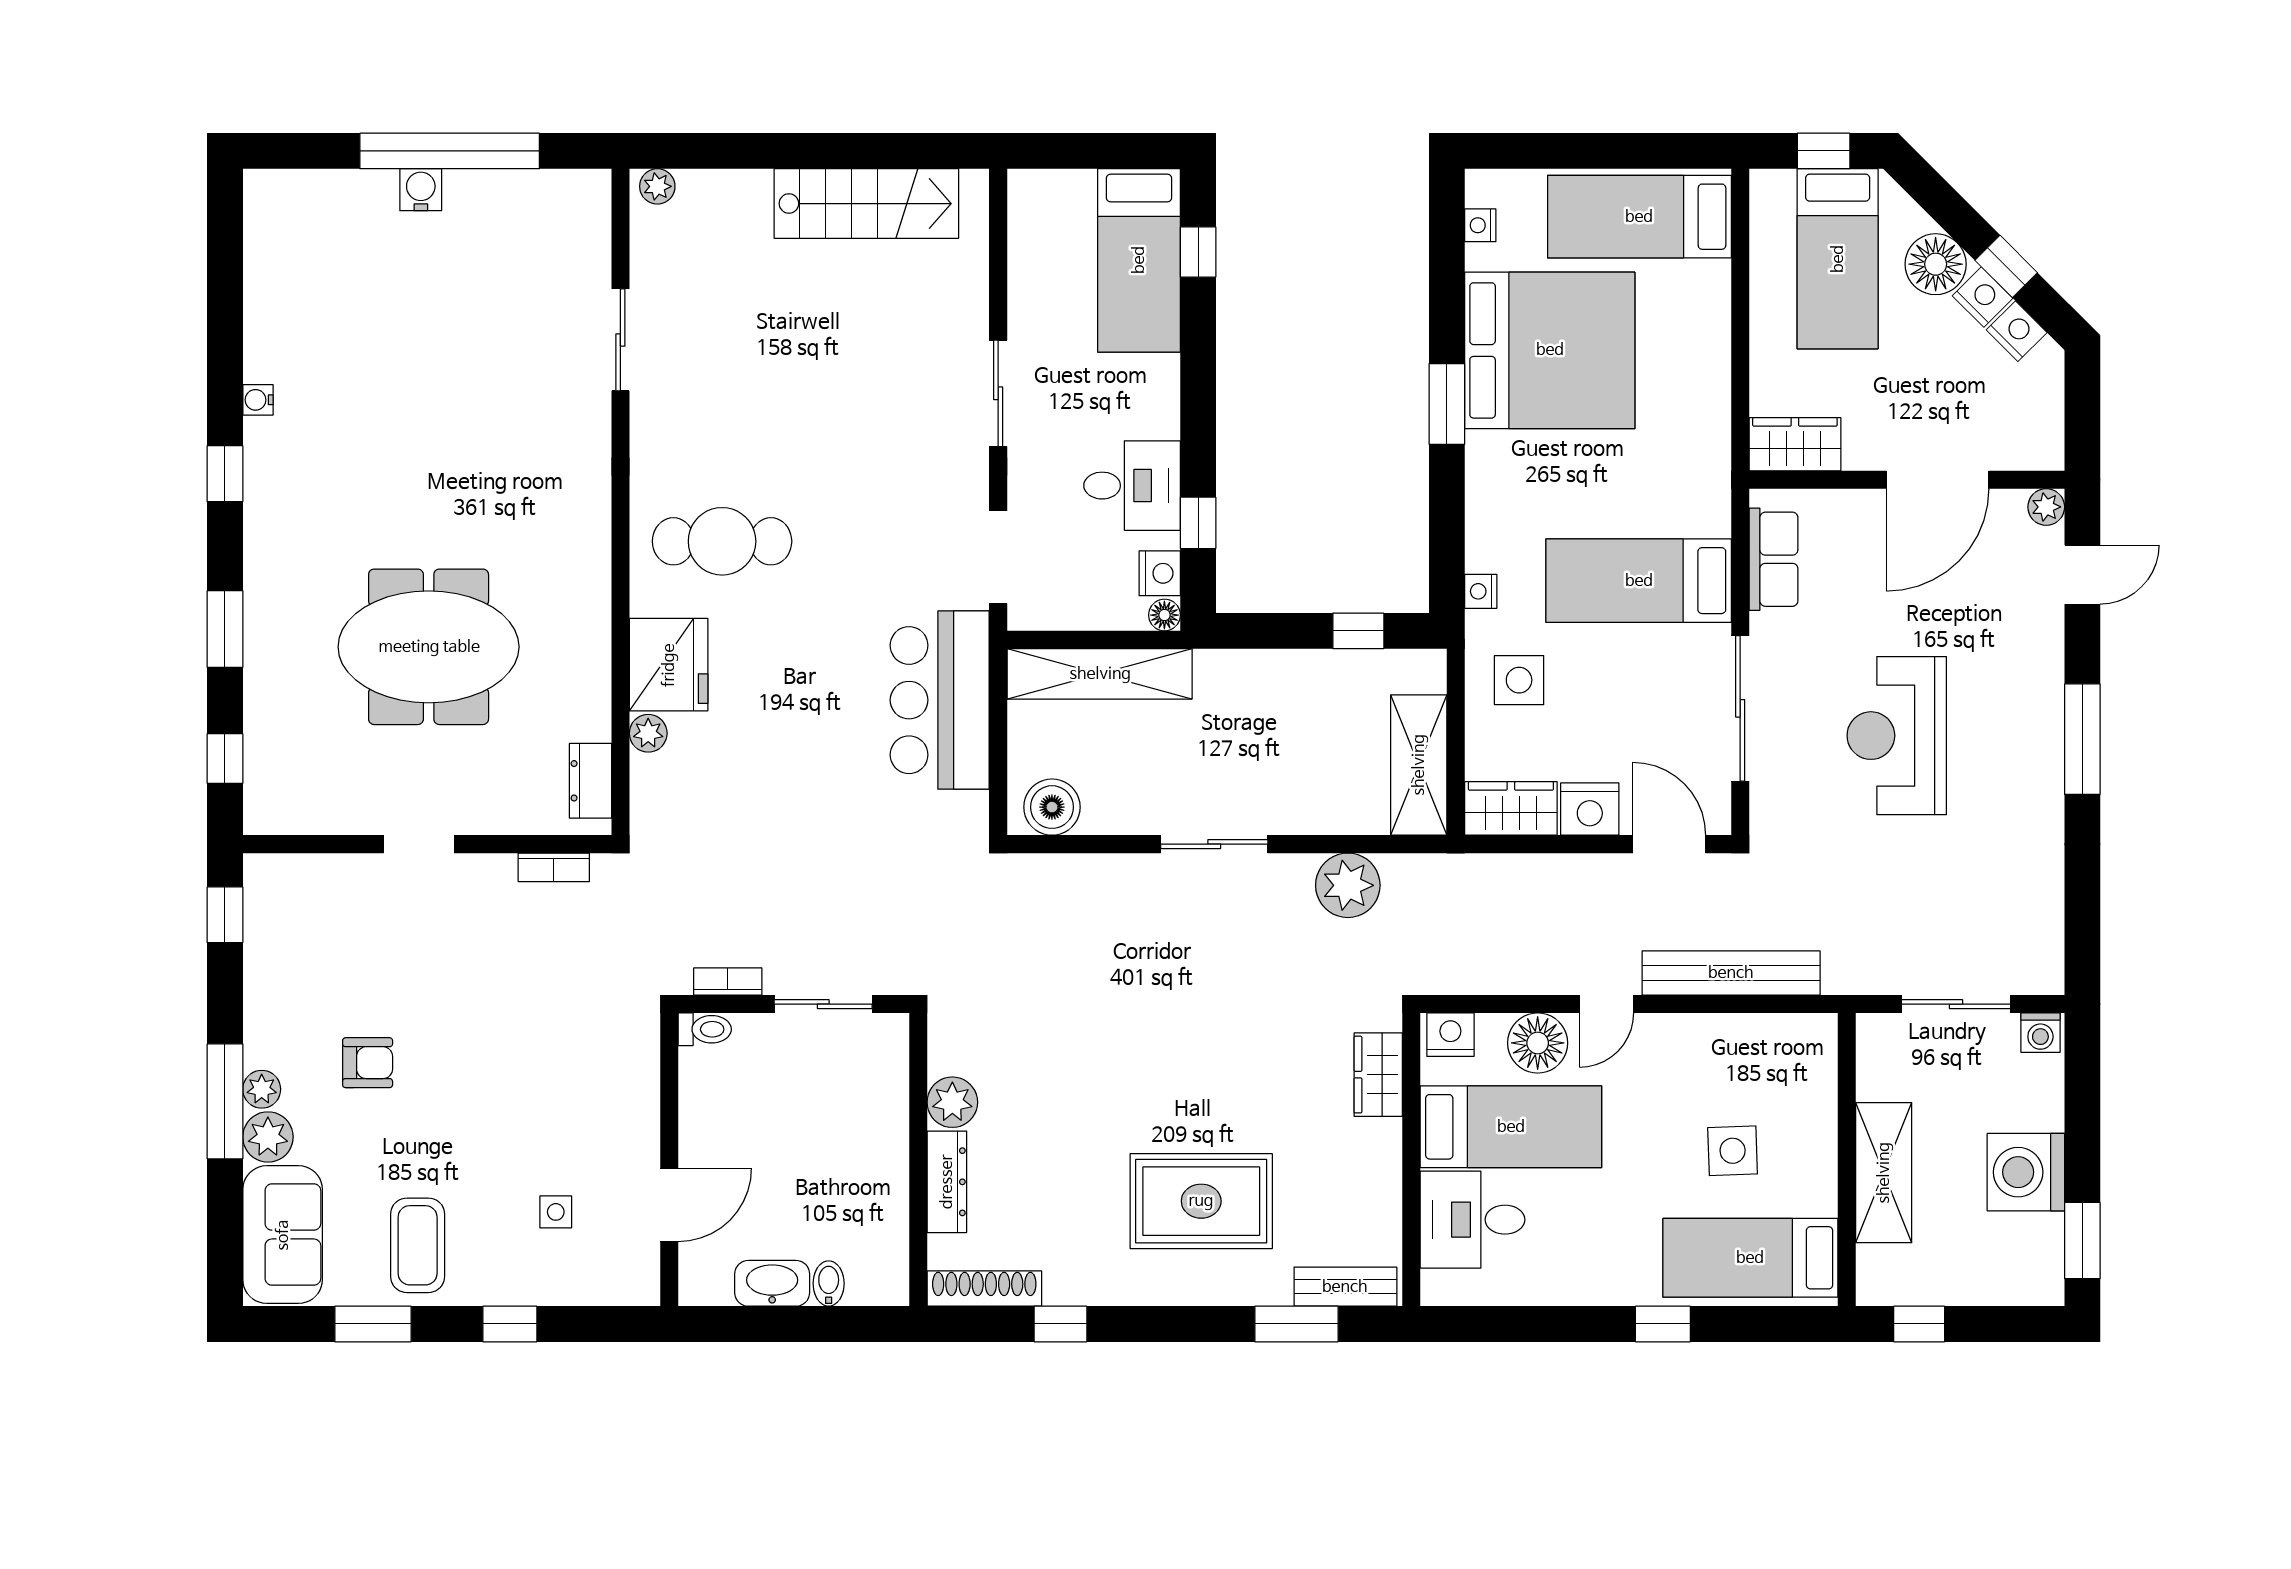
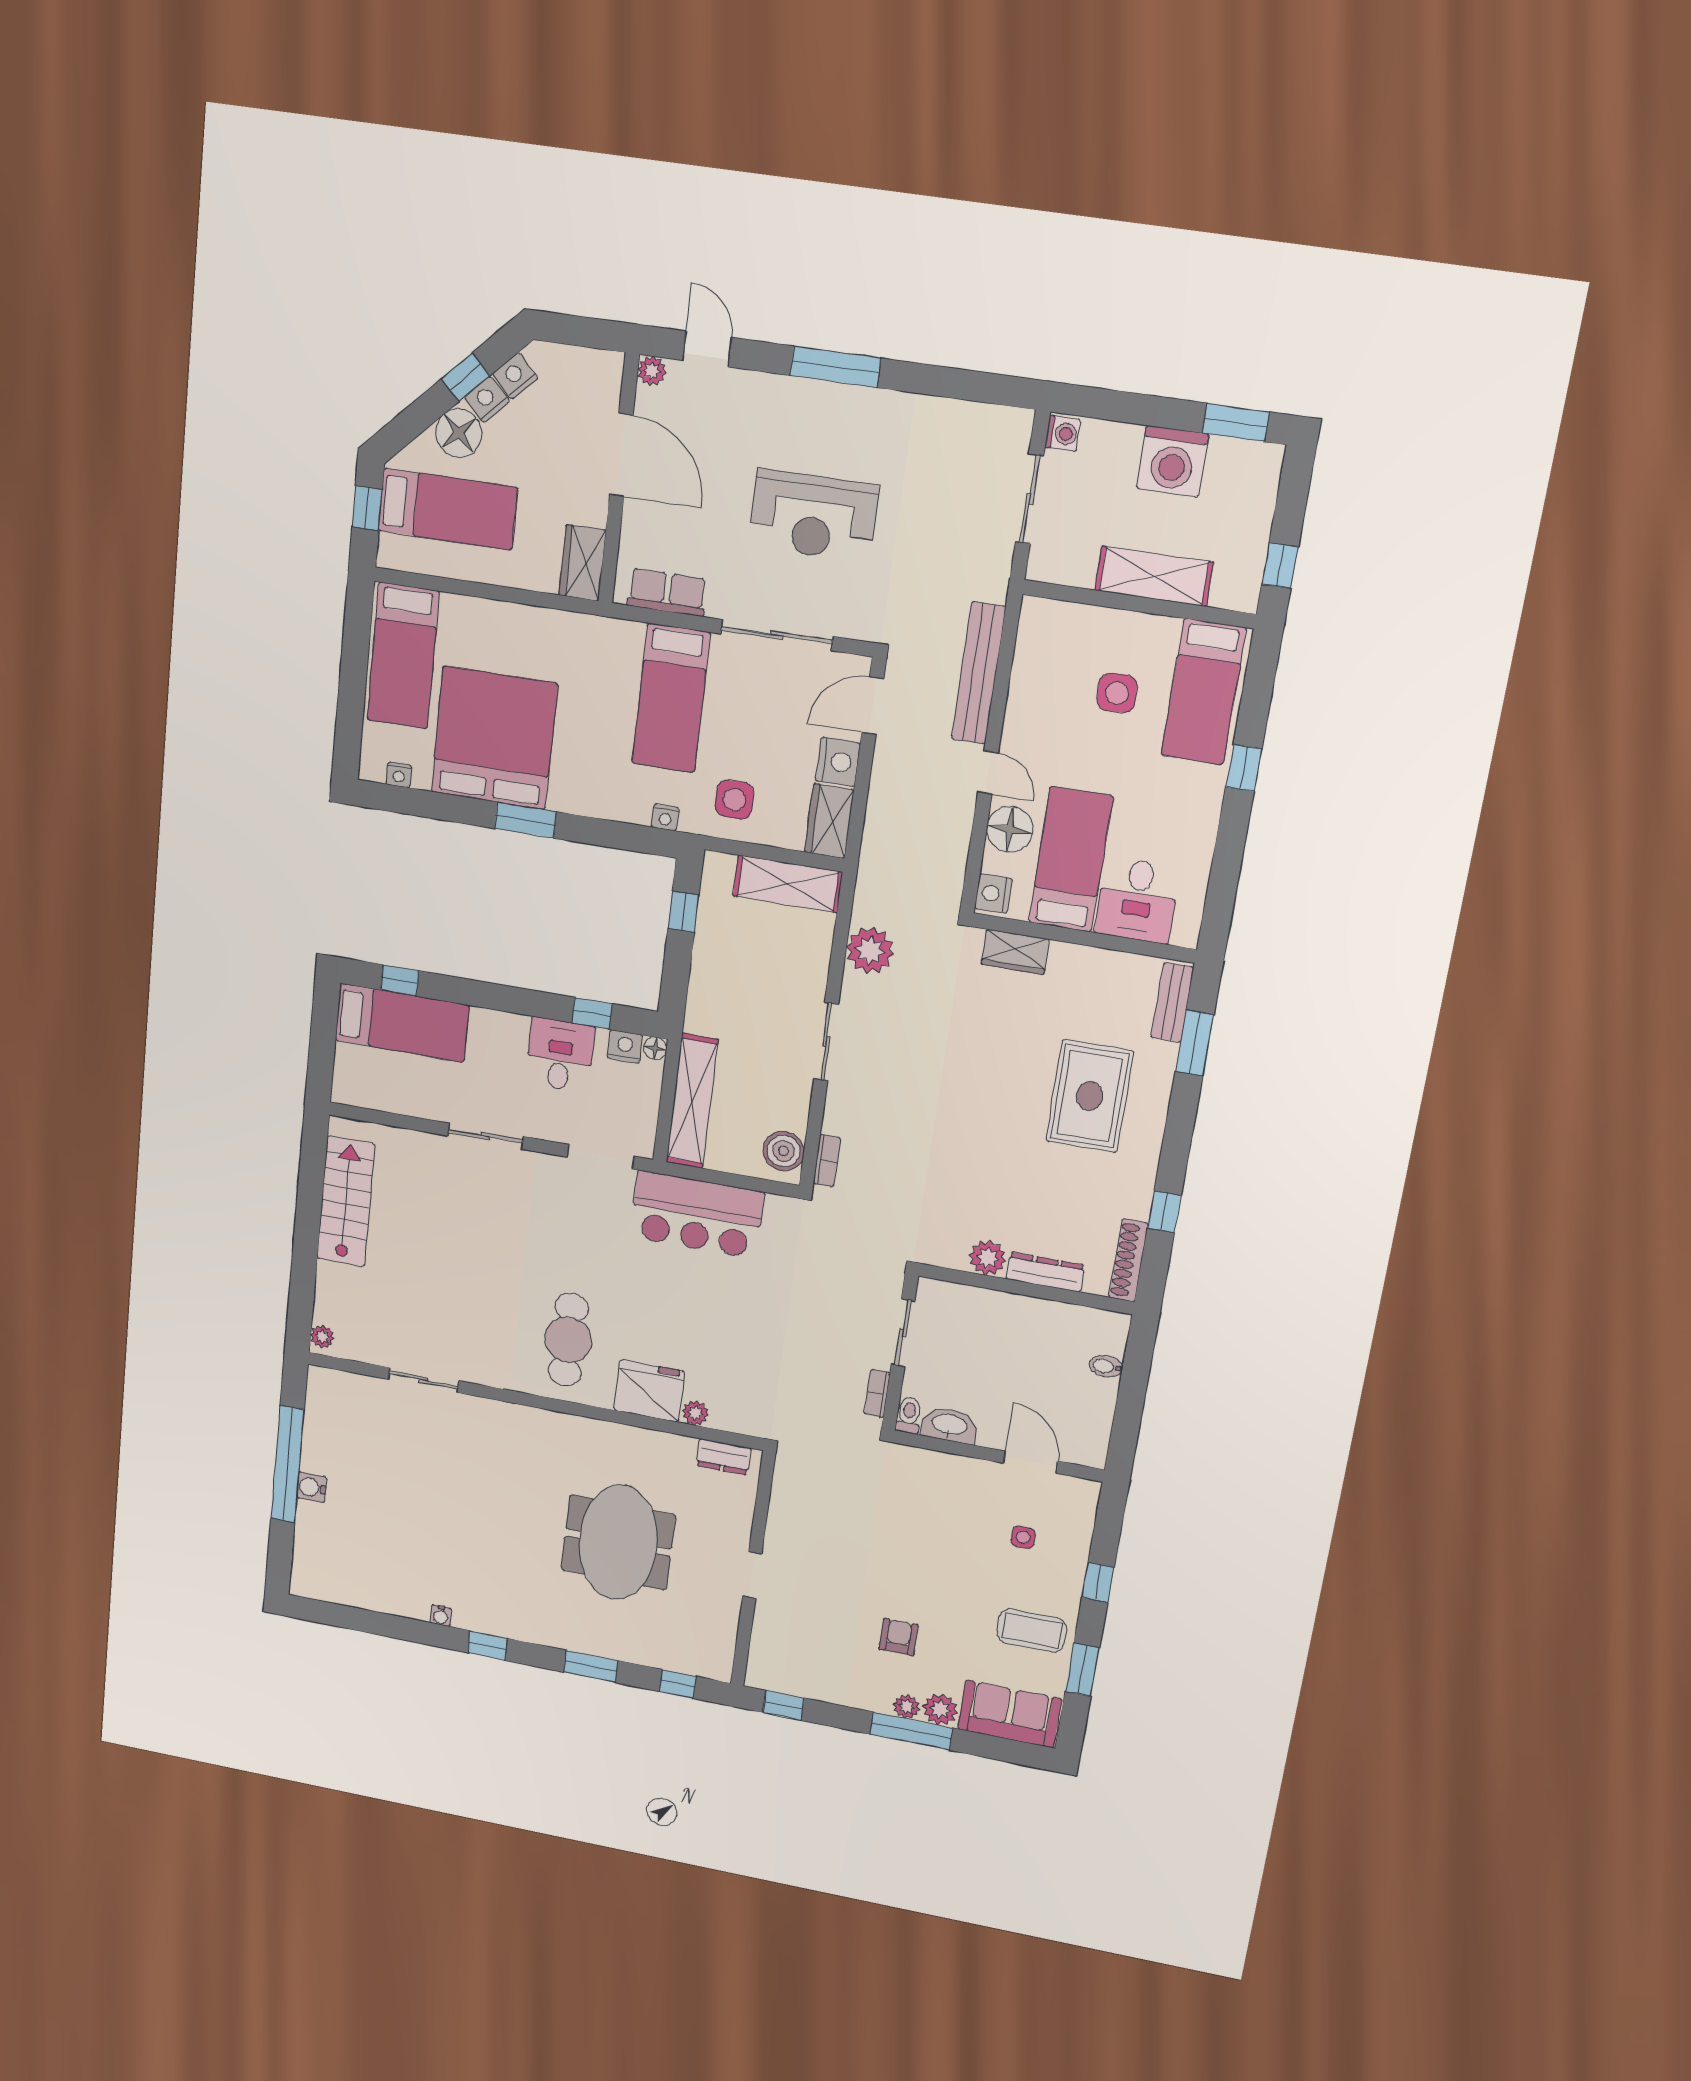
bookcase: (554, 867) -> (827, 1161), moved
washbasin: (772, 1283) -> (949, 1425), moved, turned 90

